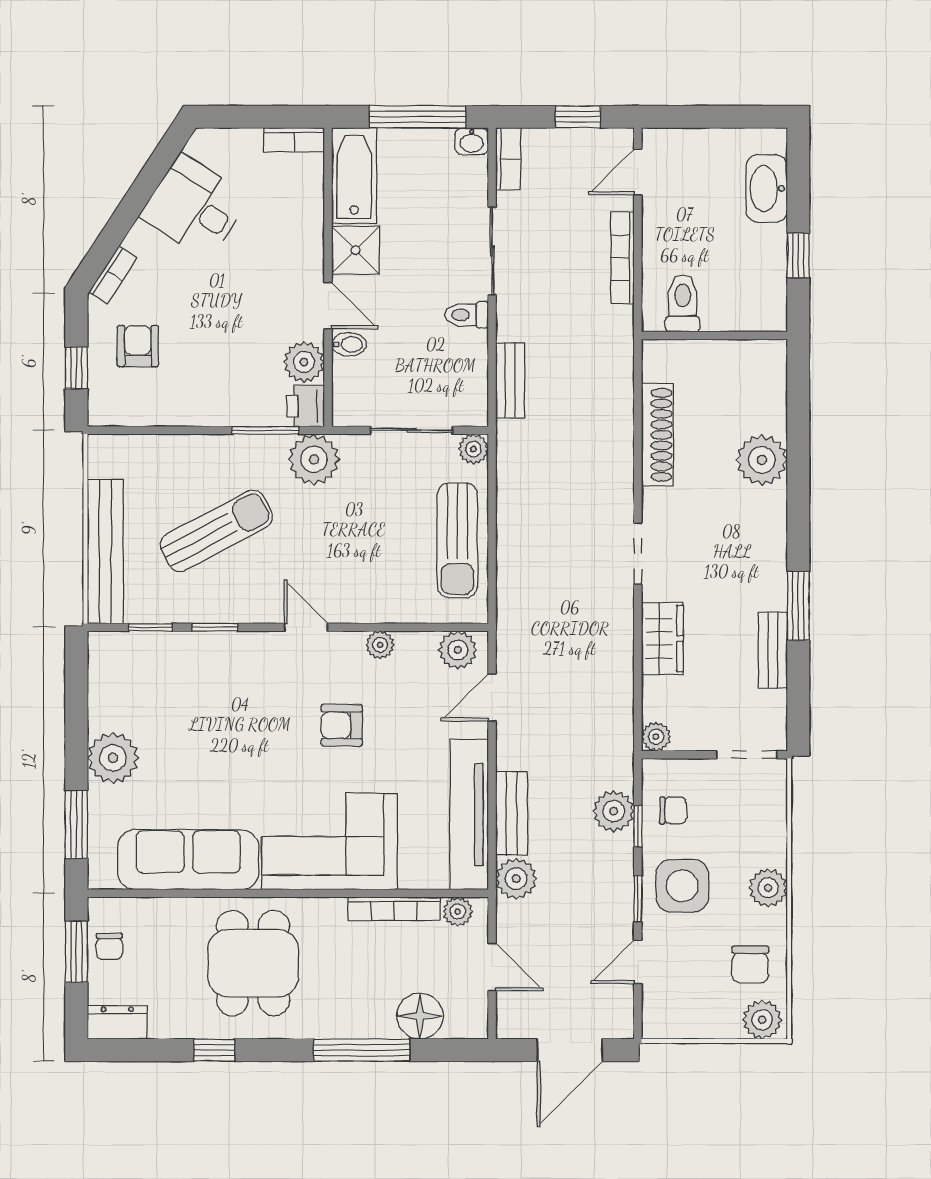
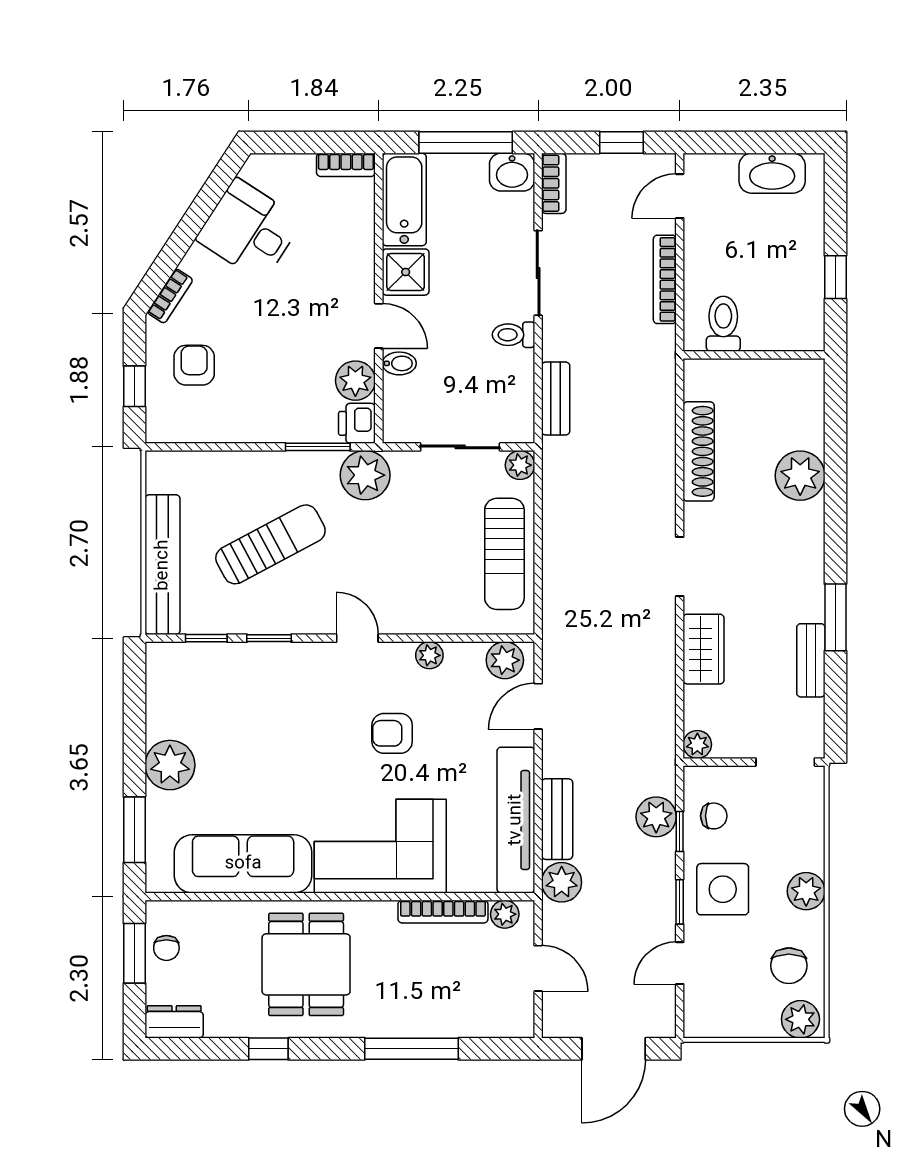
washbasin: (472, 141) -> (512, 172), width x1.38, depth x1.45
washbasin: (767, 189) -> (772, 173), moved, turned -90
floor lamp: (420, 1016) -> (468, 1016), removed

